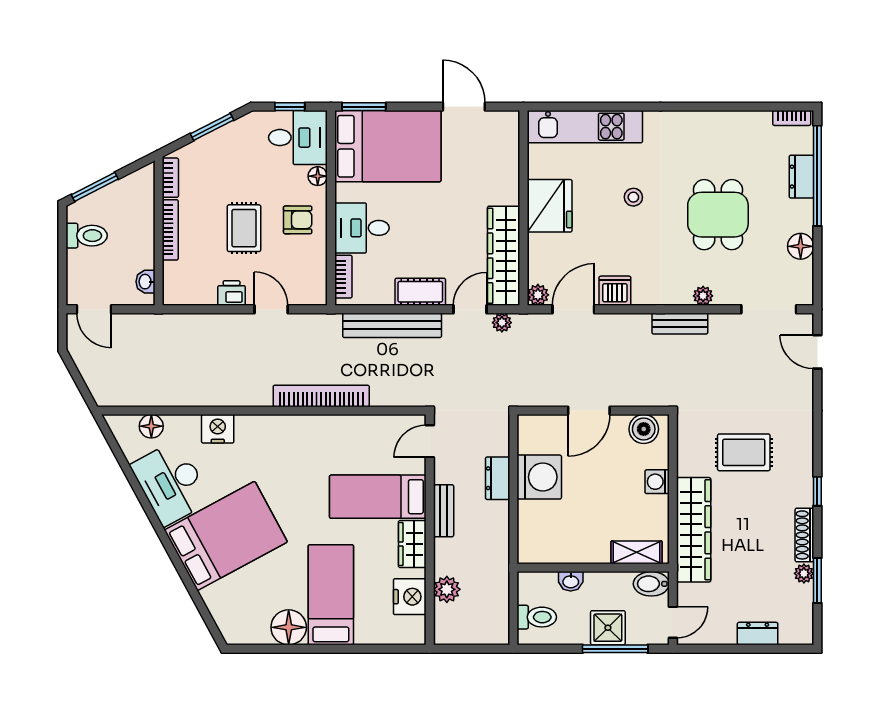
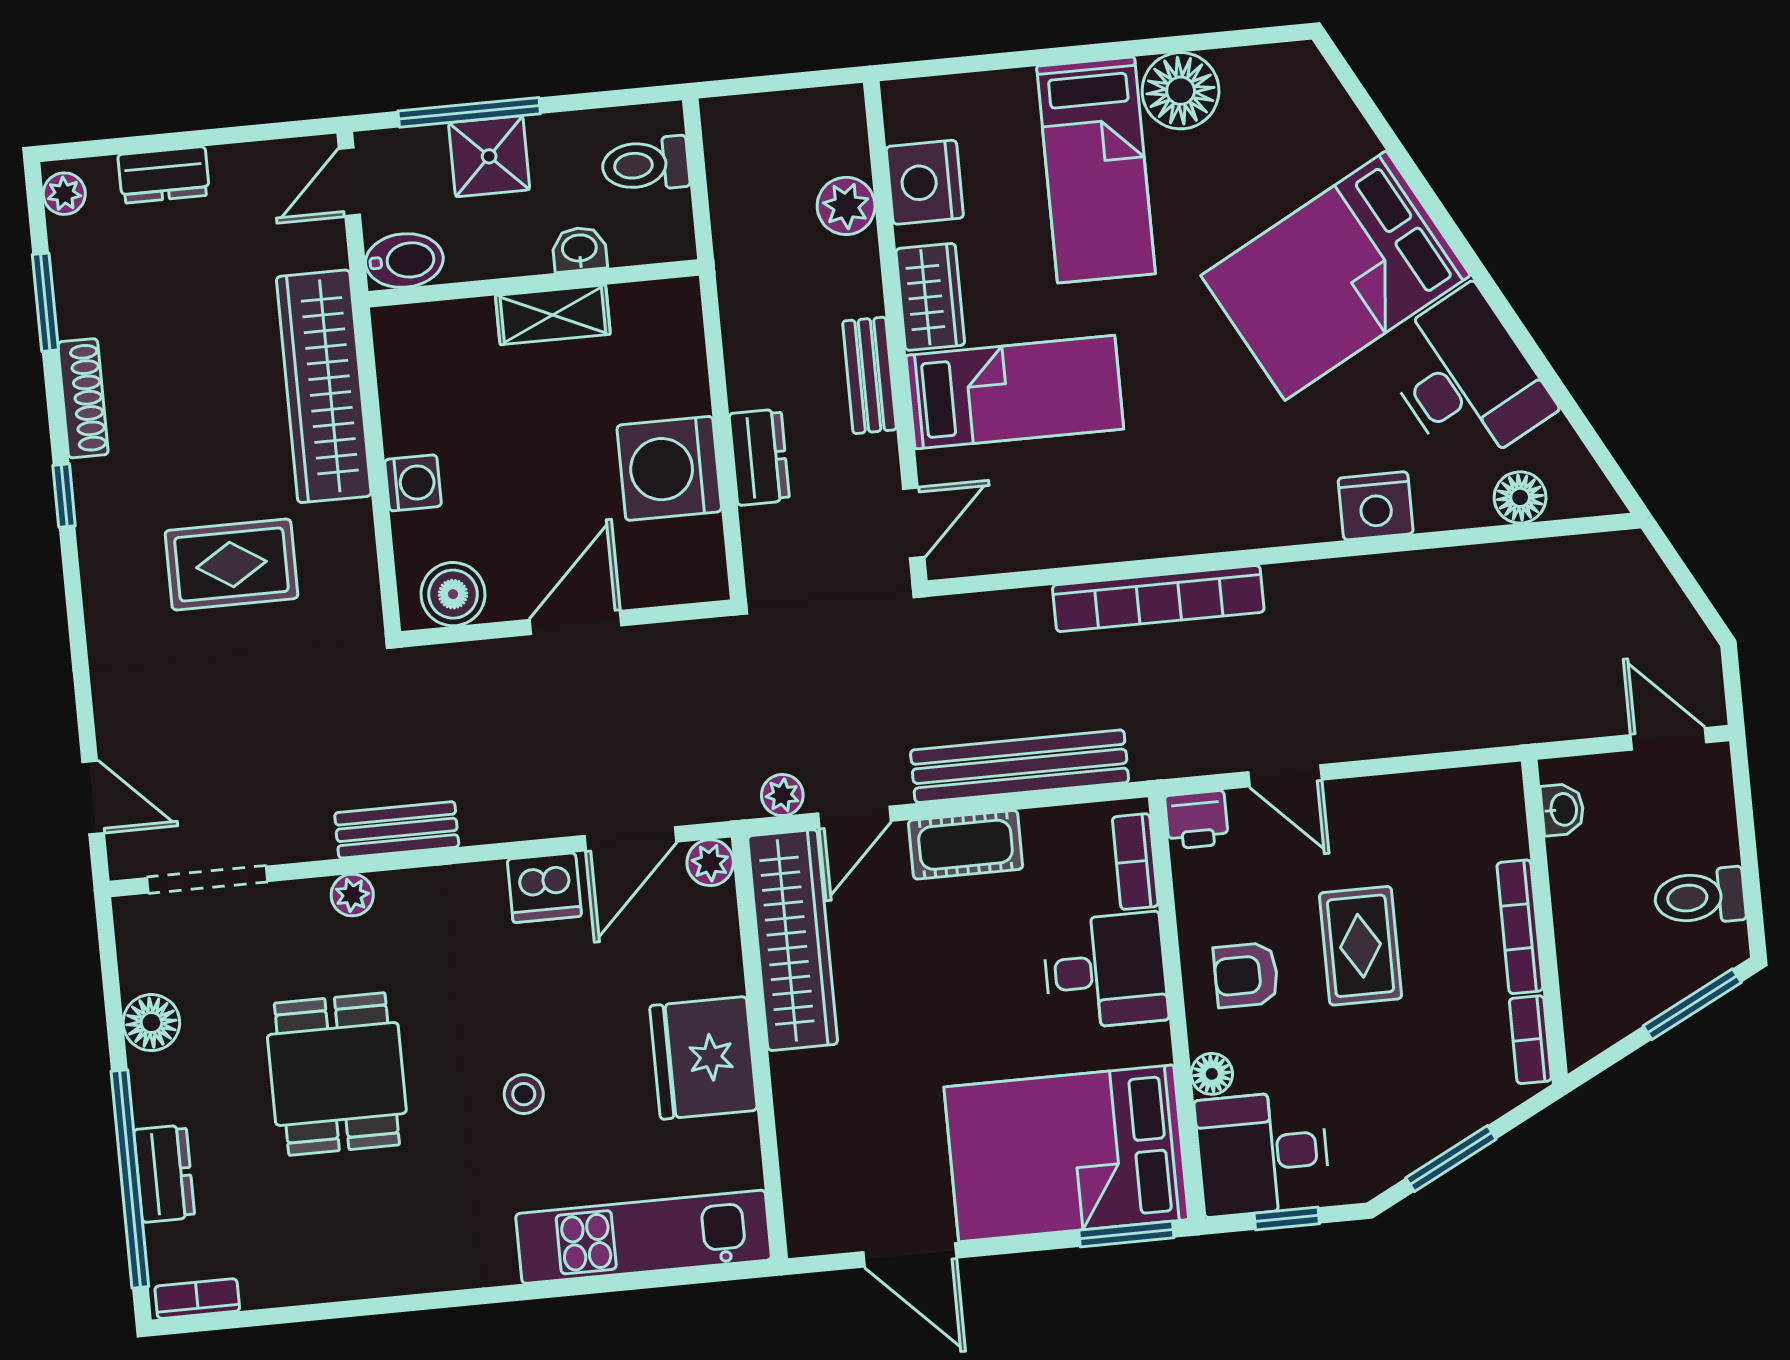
printer: (232, 293) -> (1197, 820), moved
shelving: (637, 552) -> (553, 315), moved
plant: (804, 573) -> (64, 194), moved

